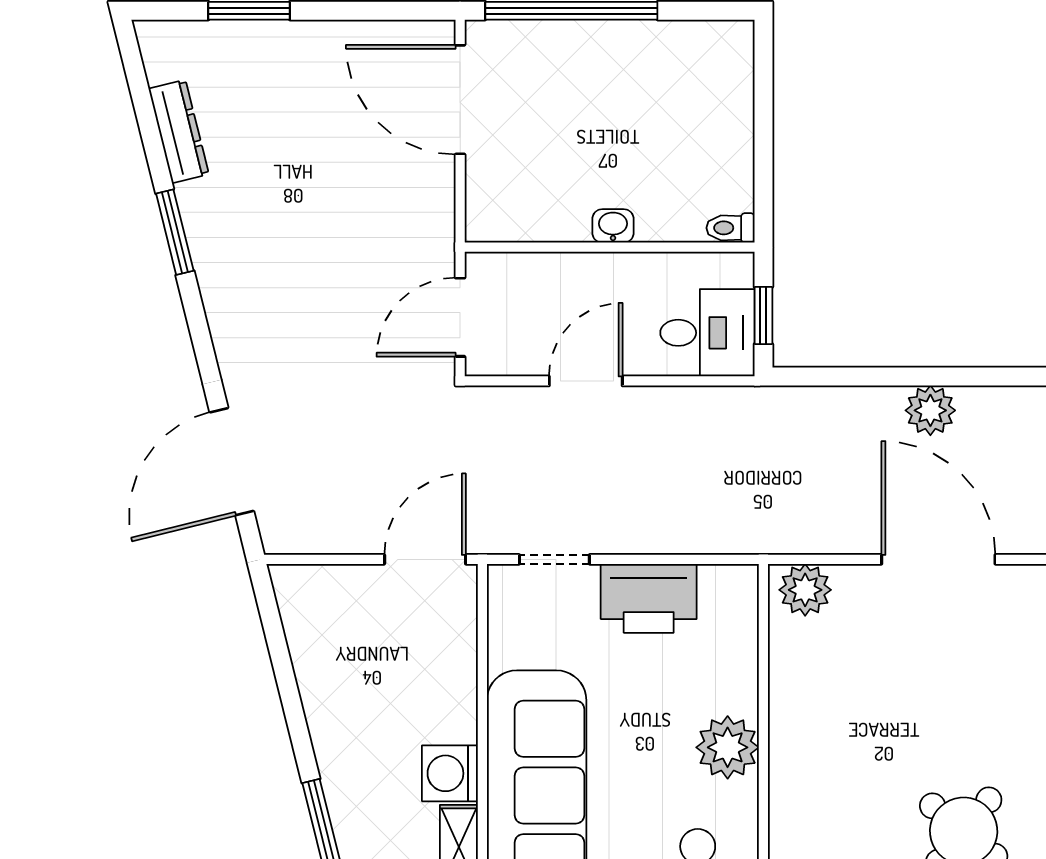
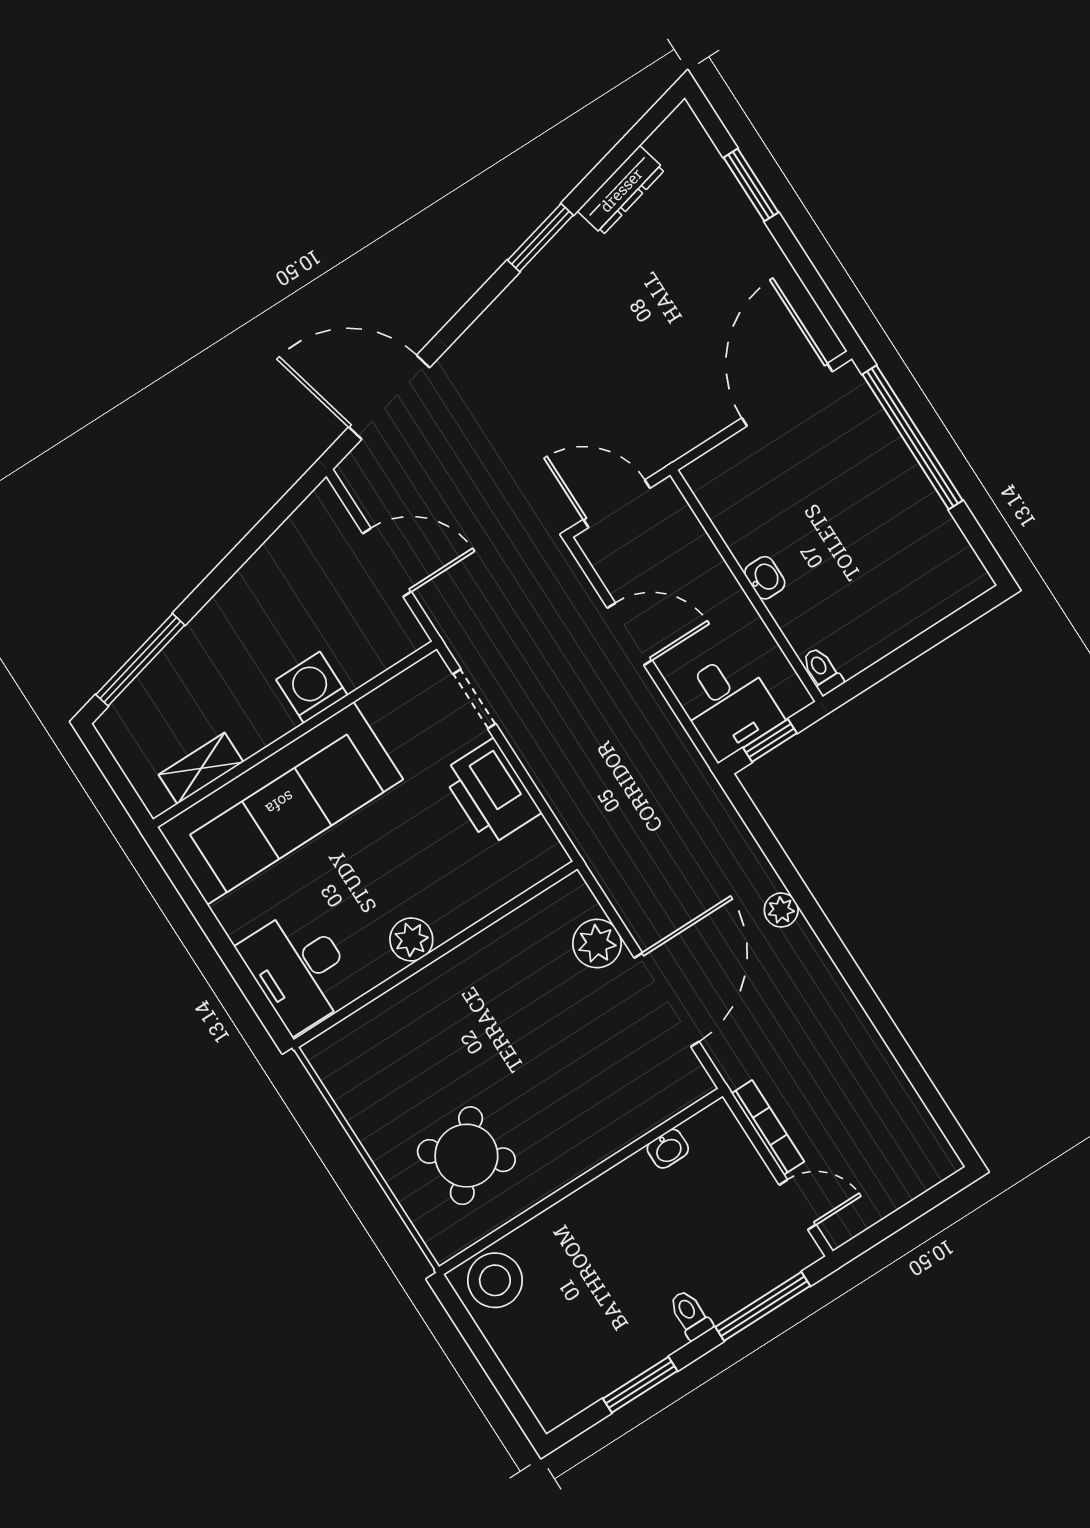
plant: (930, 410) -> (781, 910), width x0.73, depth x0.73
door: (425, 559) -> (387, 562), moved
plant: (805, 590) -> (597, 944), moved
plant: (728, 747) -> (411, 939), width x0.73, depth x0.73
washing machine: (450, 773) -> (312, 687), moved

